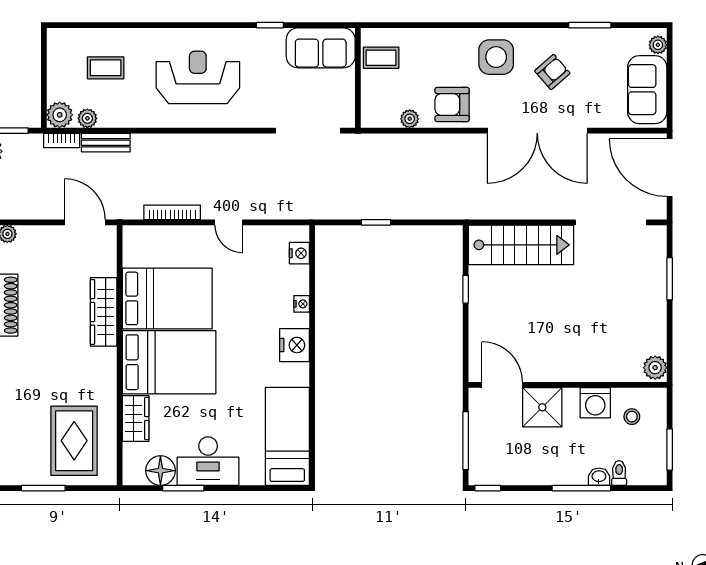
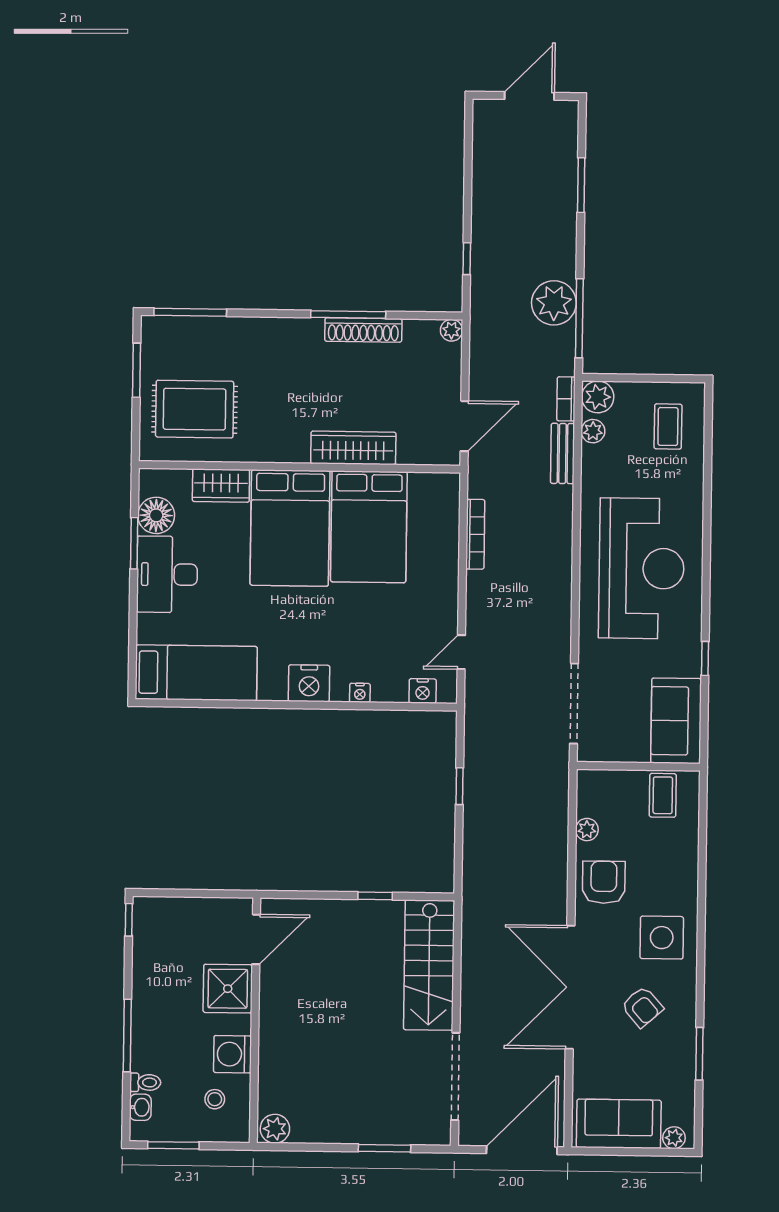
coffee table: (106, 68) -> (668, 426), moved
reception desk: (198, 77) -> (642, 568), width x1.36, depth x1.30
door: (229, 222) -> (461, 652), moved
window: (466, 441) -> (188, 893), removed
washbasin: (599, 477) -> (140, 1107), moved

